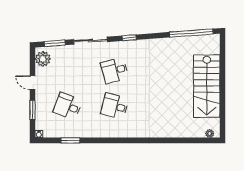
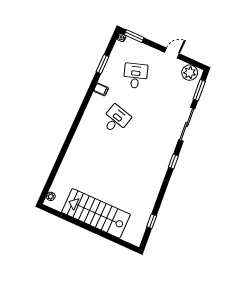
window: (191, 33) -> (152, 221), width x0.32
desk: (115, 70) -> (149, 134), removed
desk: (68, 106) -> (135, 76), turned -39
window: (32, 110) -> (134, 36), moved
filing cabinet: (94, 132) -> (101, 89), added

